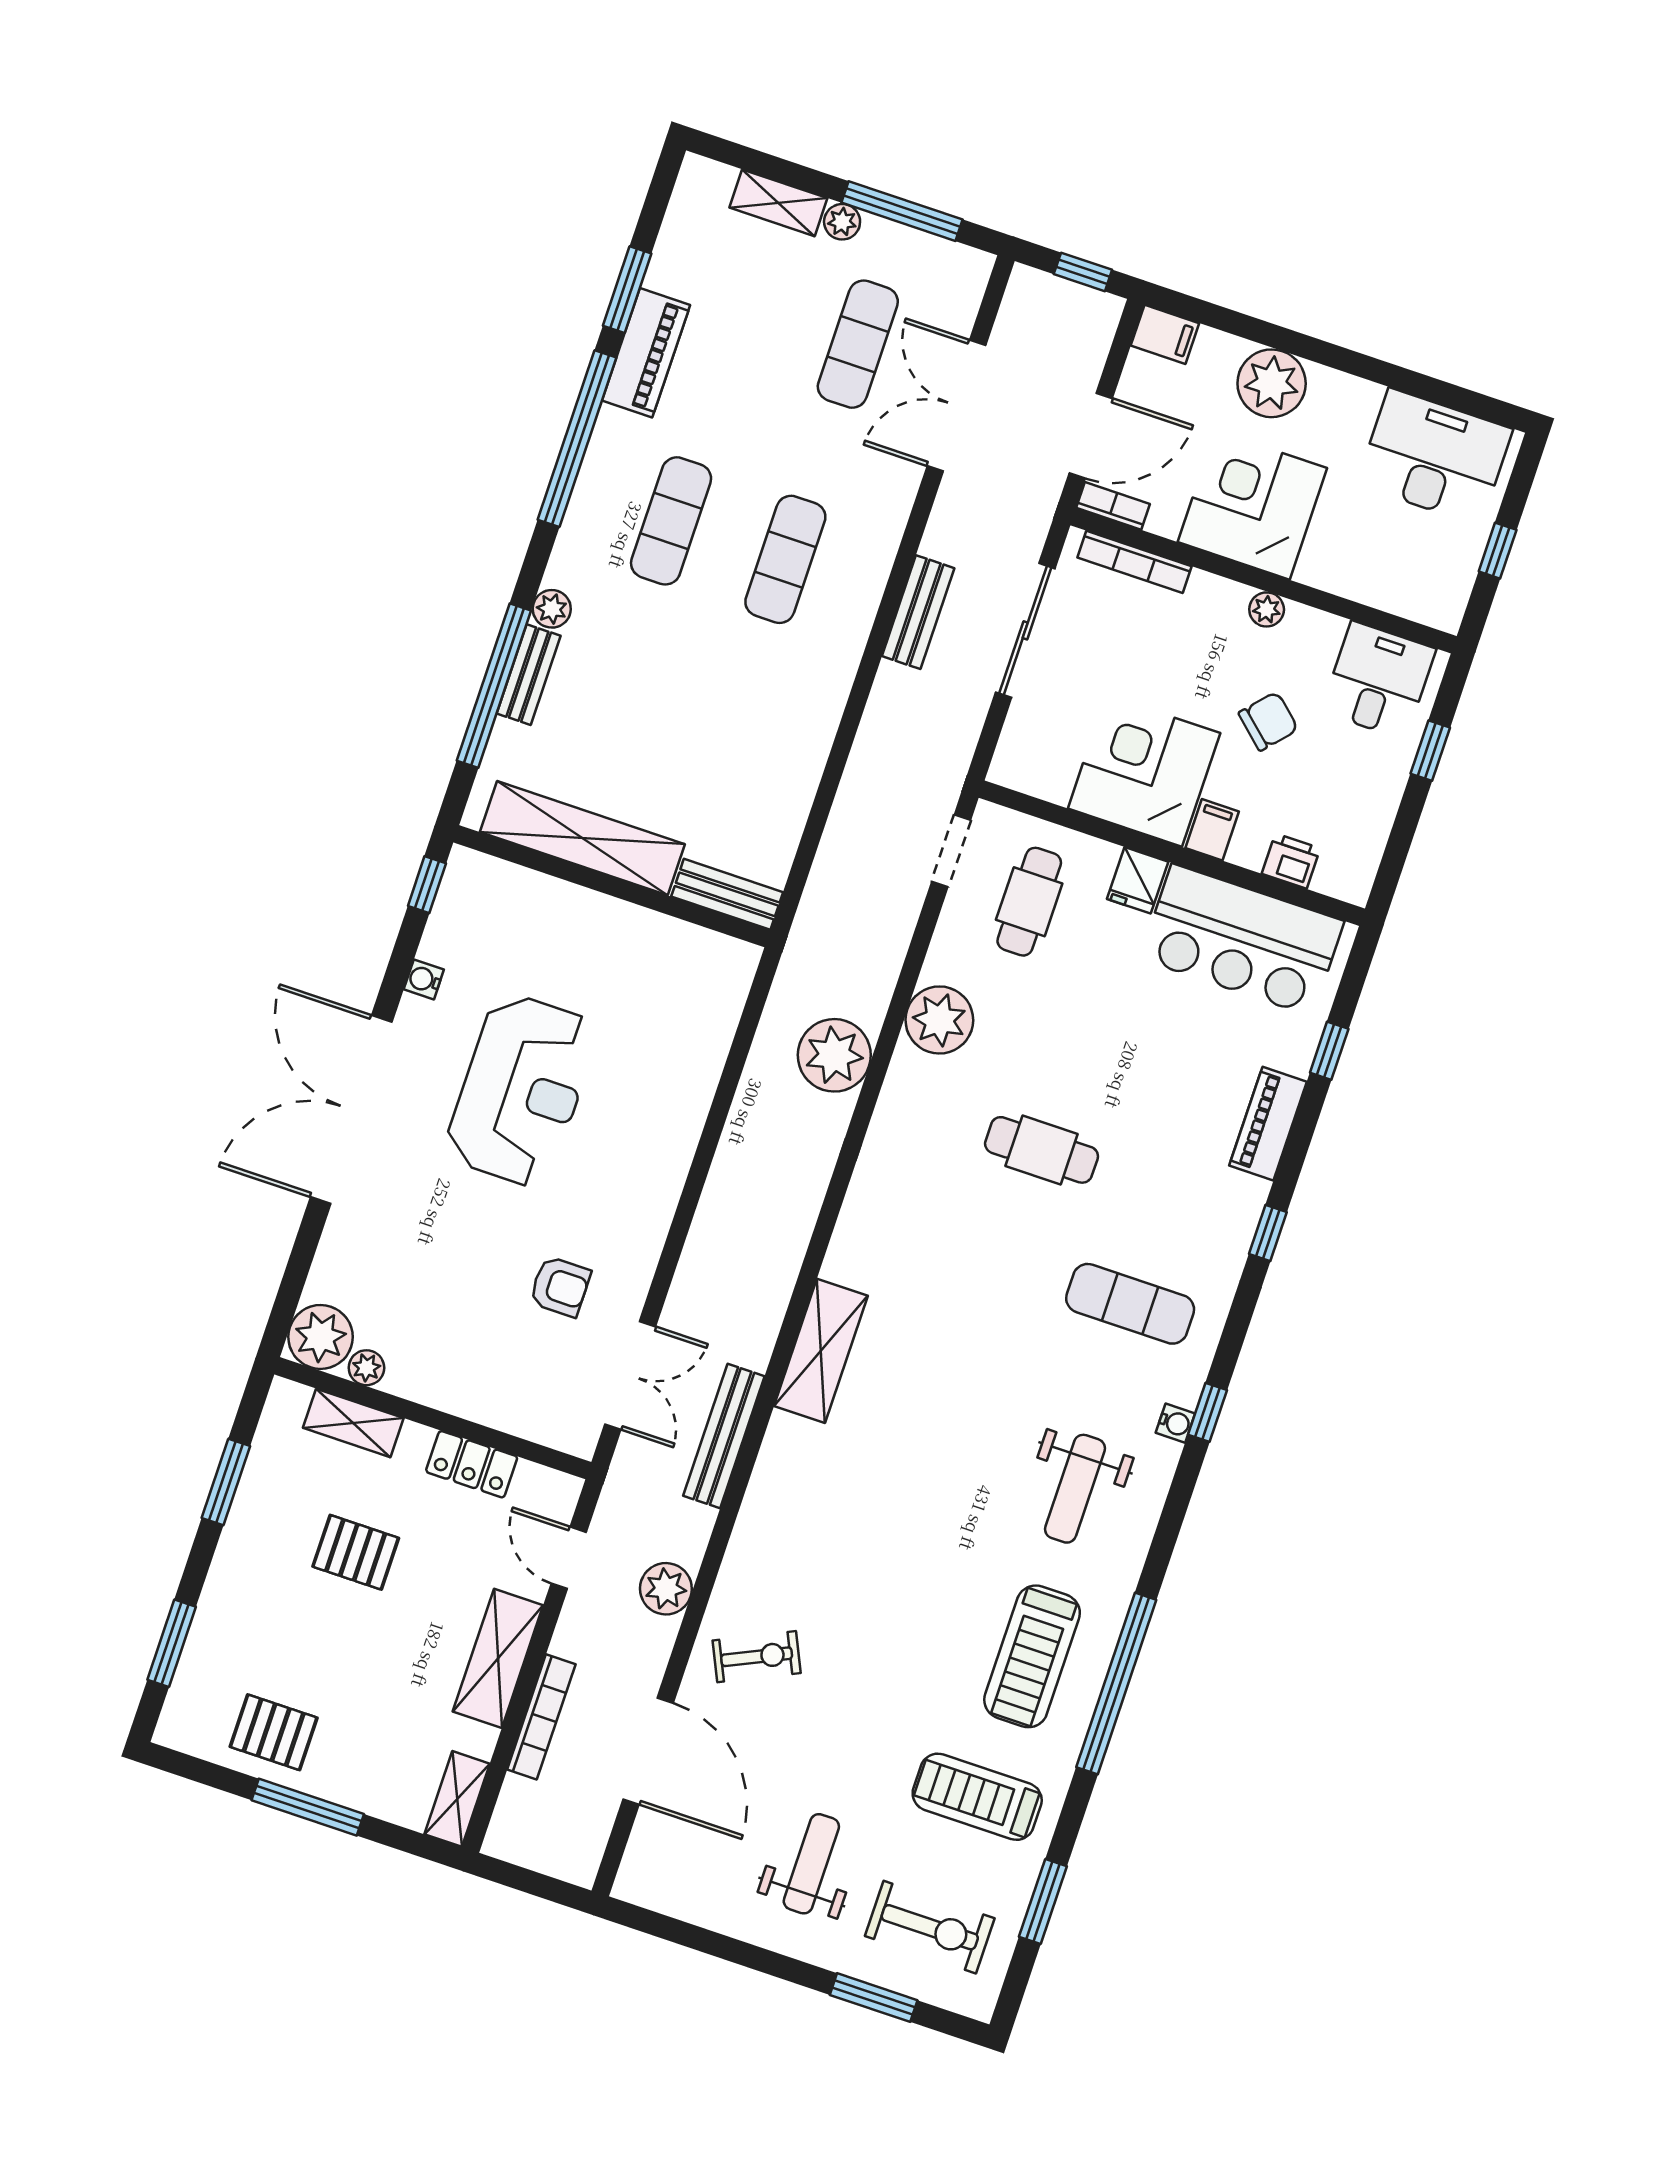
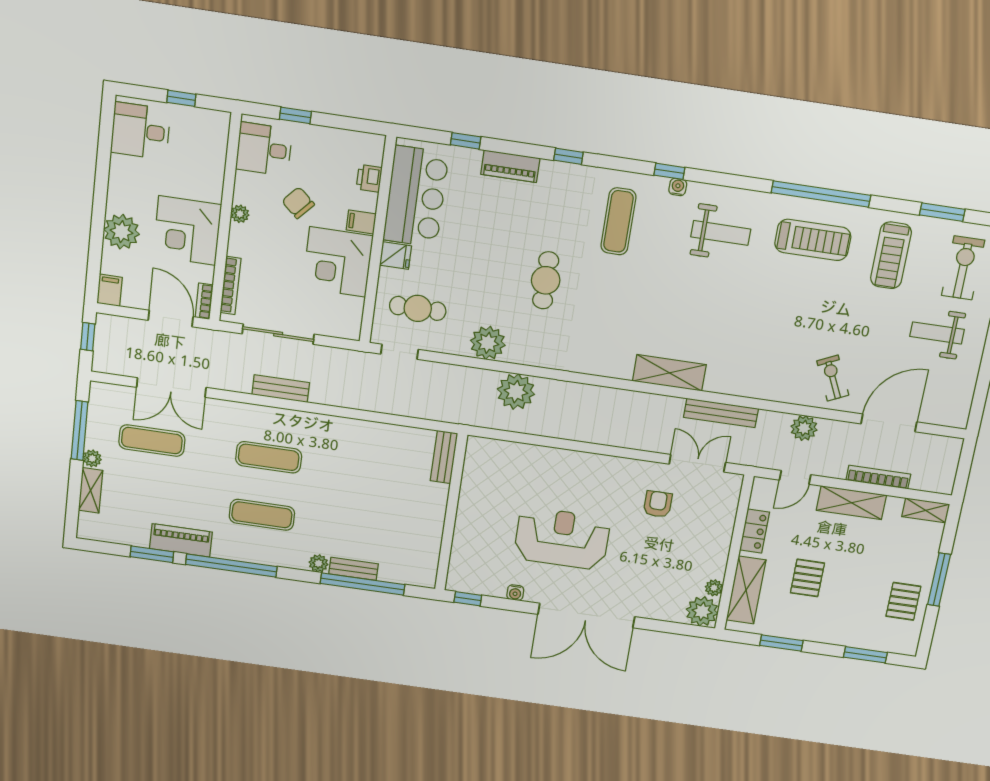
desk: (1435, 457) -> (140, 131), width x0.73
shelving: (582, 838) -> (430, 530), removed
shelving: (353, 1423) -> (746, 590), width x1.50, depth x1.33

